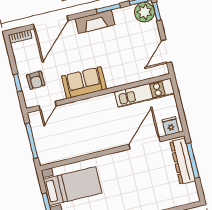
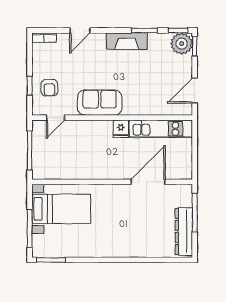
door: (51, 22) -> (80, 30), width x0.53
fridge: (171, 126) -> (121, 129), moved, turned 180
dresser: (183, 161) -> (184, 231), moved

